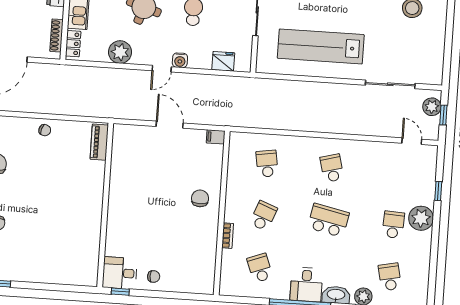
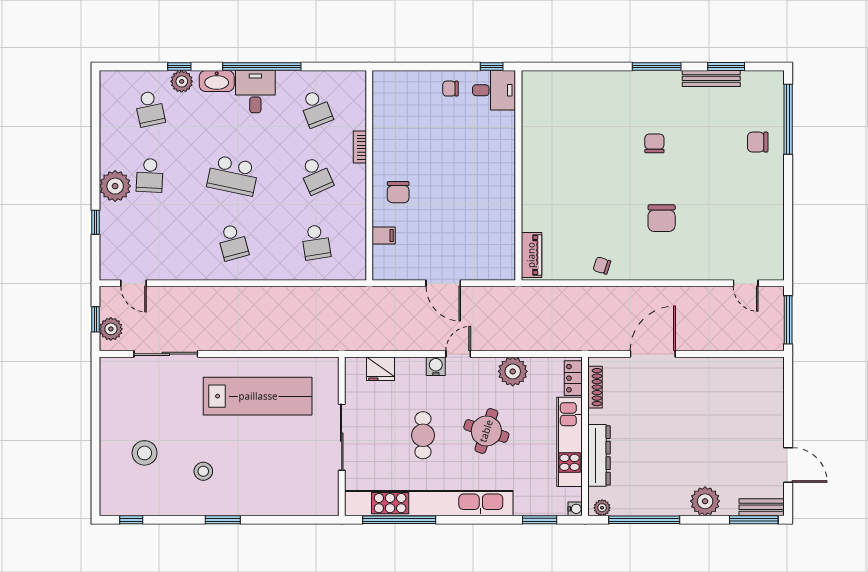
filing cabinet: (216, 137) -> (384, 236), moved
school desk: (263, 216) -> (316, 175), turned -45

